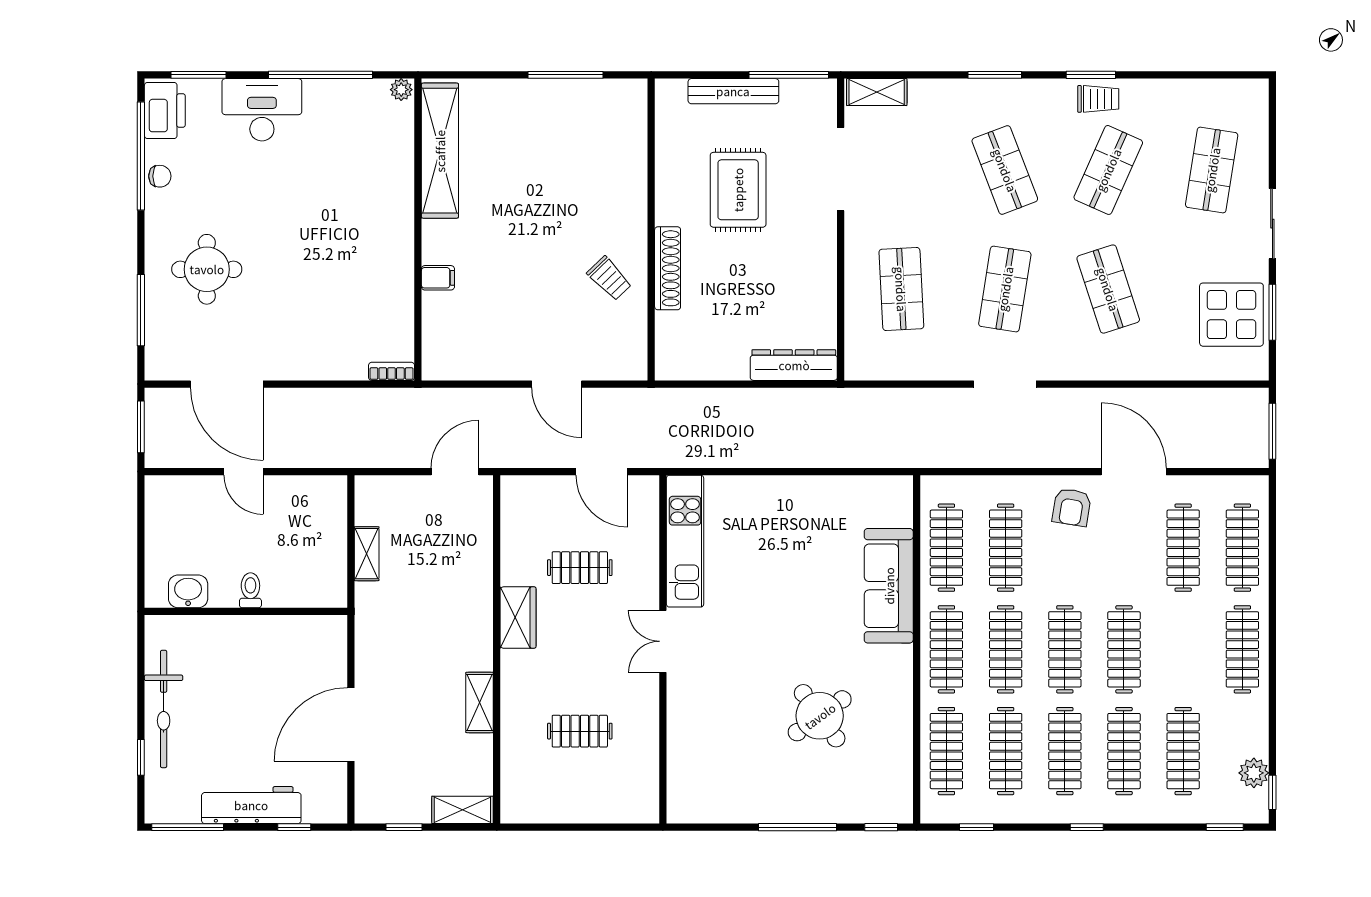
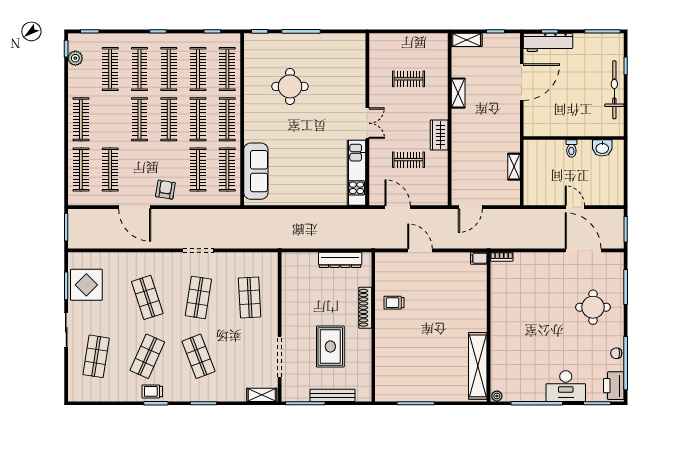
filing cabinet: (438, 278) -> (479, 258), moved
trolley: (609, 278) -> (394, 303), turned -46
dresser: (794, 365) -> (340, 260), moved
sofa: (889, 586) -> (256, 171), moved
round table: (820, 716) -> (290, 86), turned 36
workbench: (251, 805) -> (548, 42), moved

